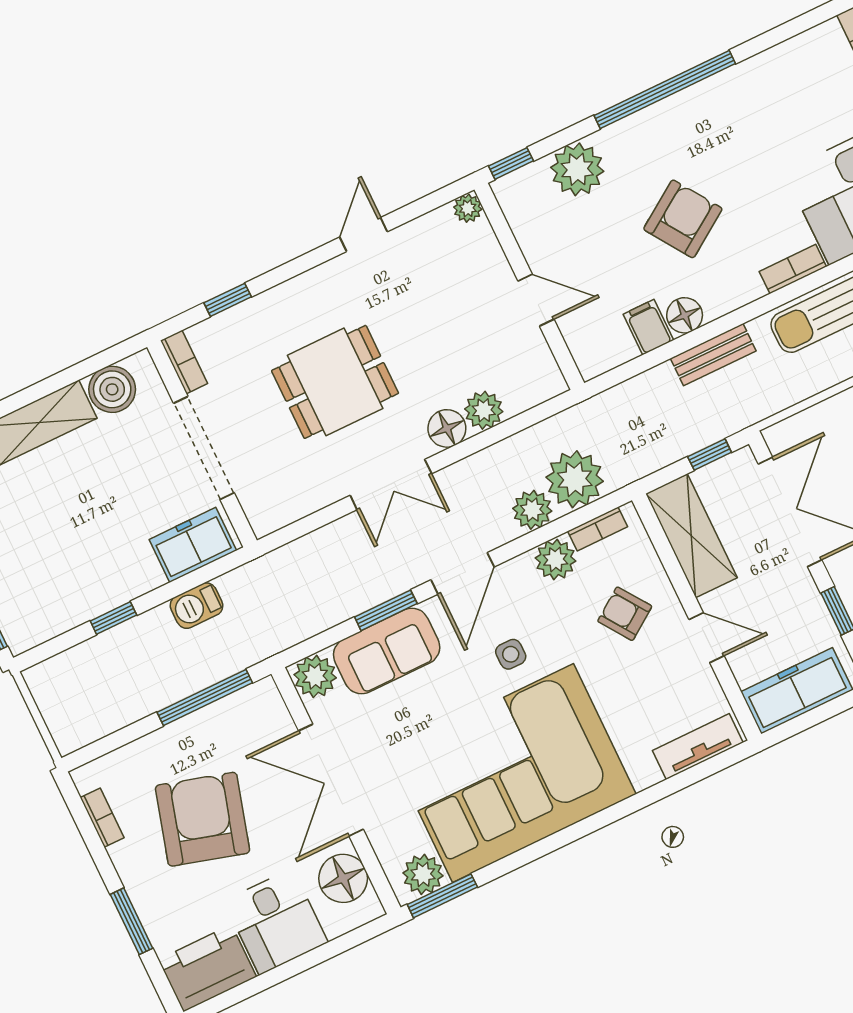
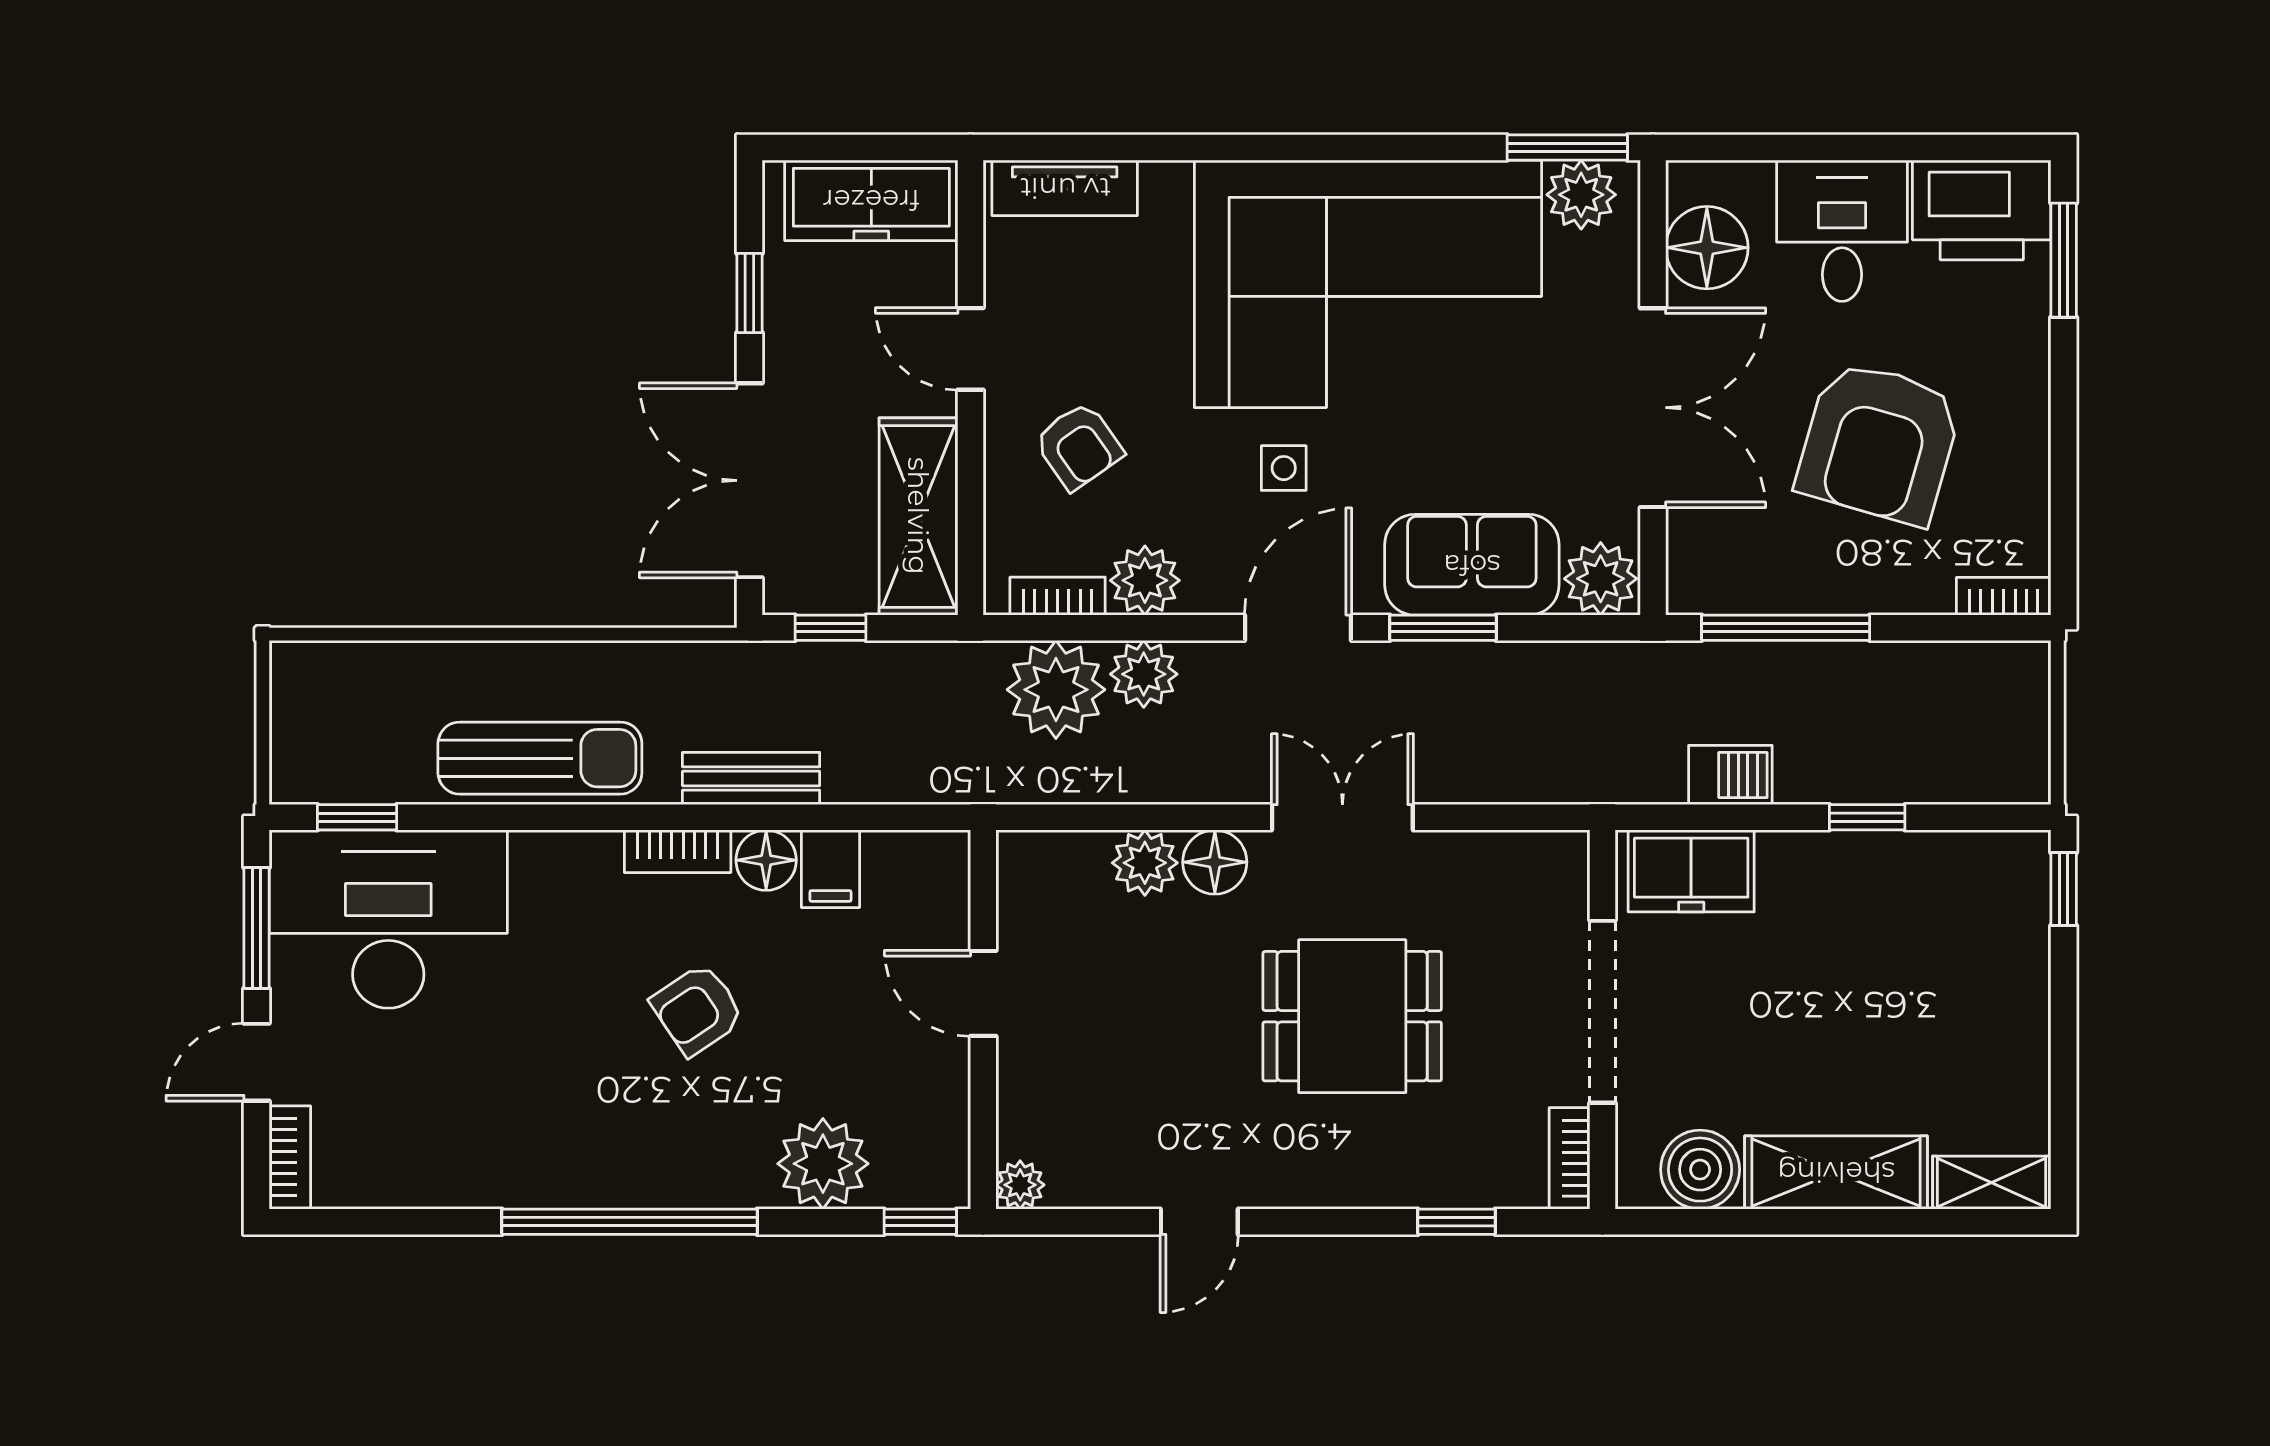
armchair: (683, 219) -> (697, 1009), width x0.72, depth x0.72
bookcase: (793, 269) -> (678, 851), moved
bookcase: (102, 818) -> (2004, 596), moved, turned 90
window: (131, 921) -> (2064, 260), moved

